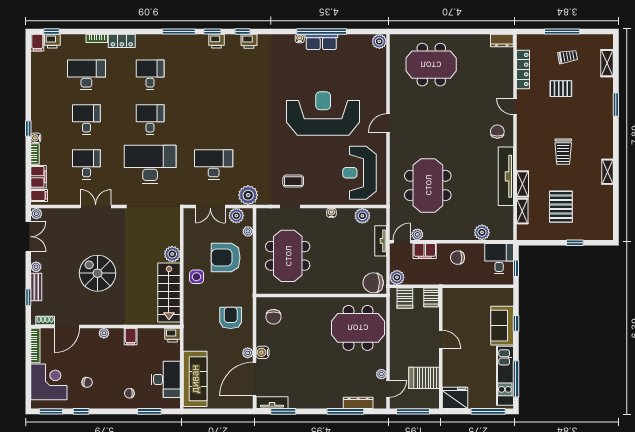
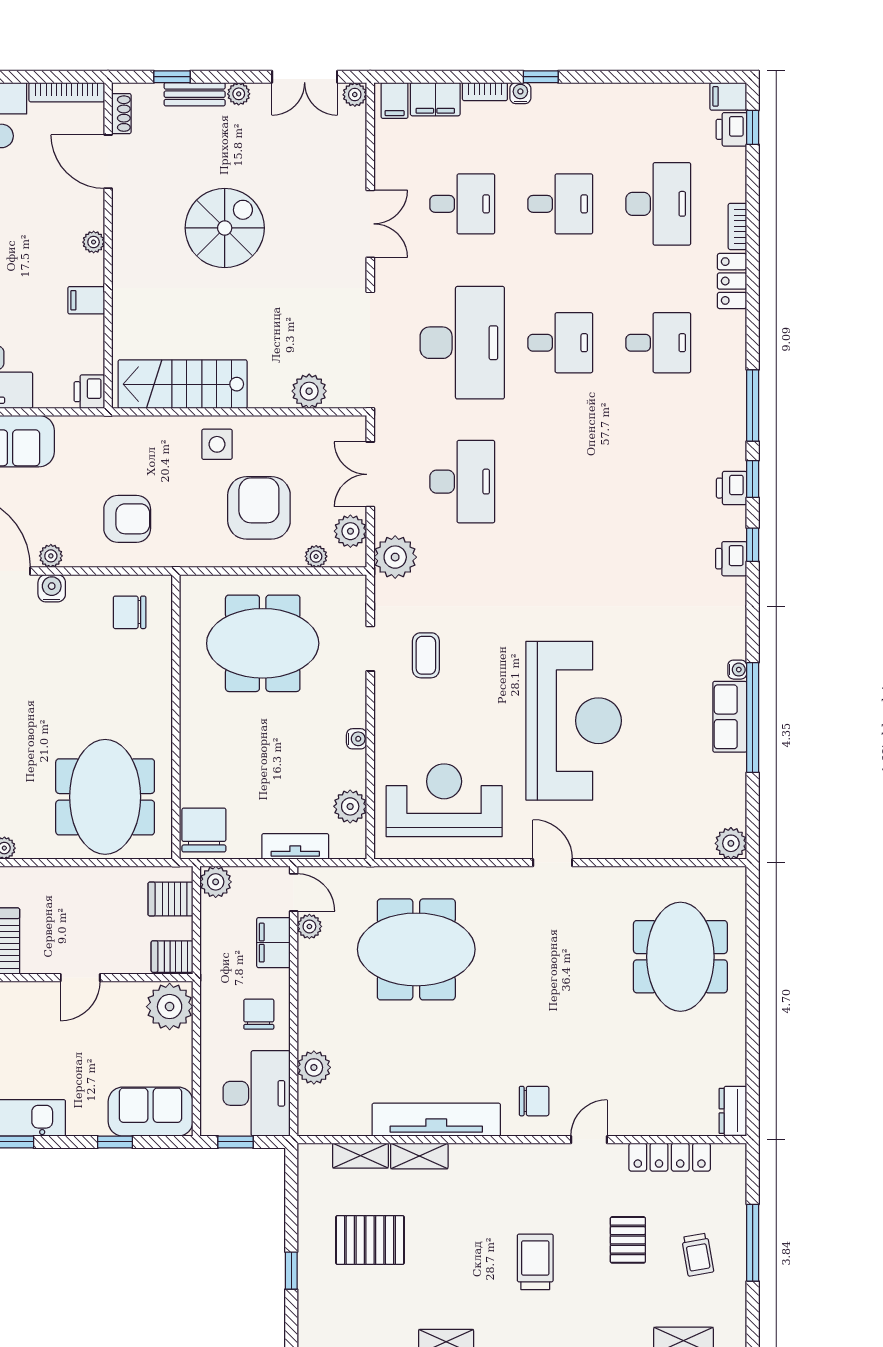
trolley: (563, 152) -> (535, 1262), moved, turned 90
plant: (172, 254) -> (309, 391), moved
desk: (499, 259) -> (257, 1093), width x1.37
plant: (454, 298) -> (170, 1007), added
sofa: (502, 326) -> (151, 1112), moved

